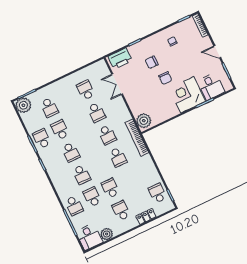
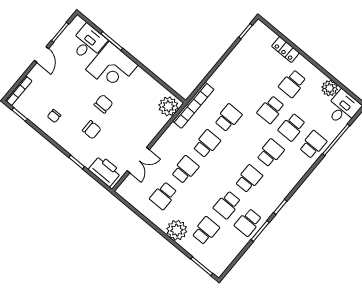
plant: (23, 105) -> (177, 230), moved
school desk: (157, 193) -> (250, 48), removed

